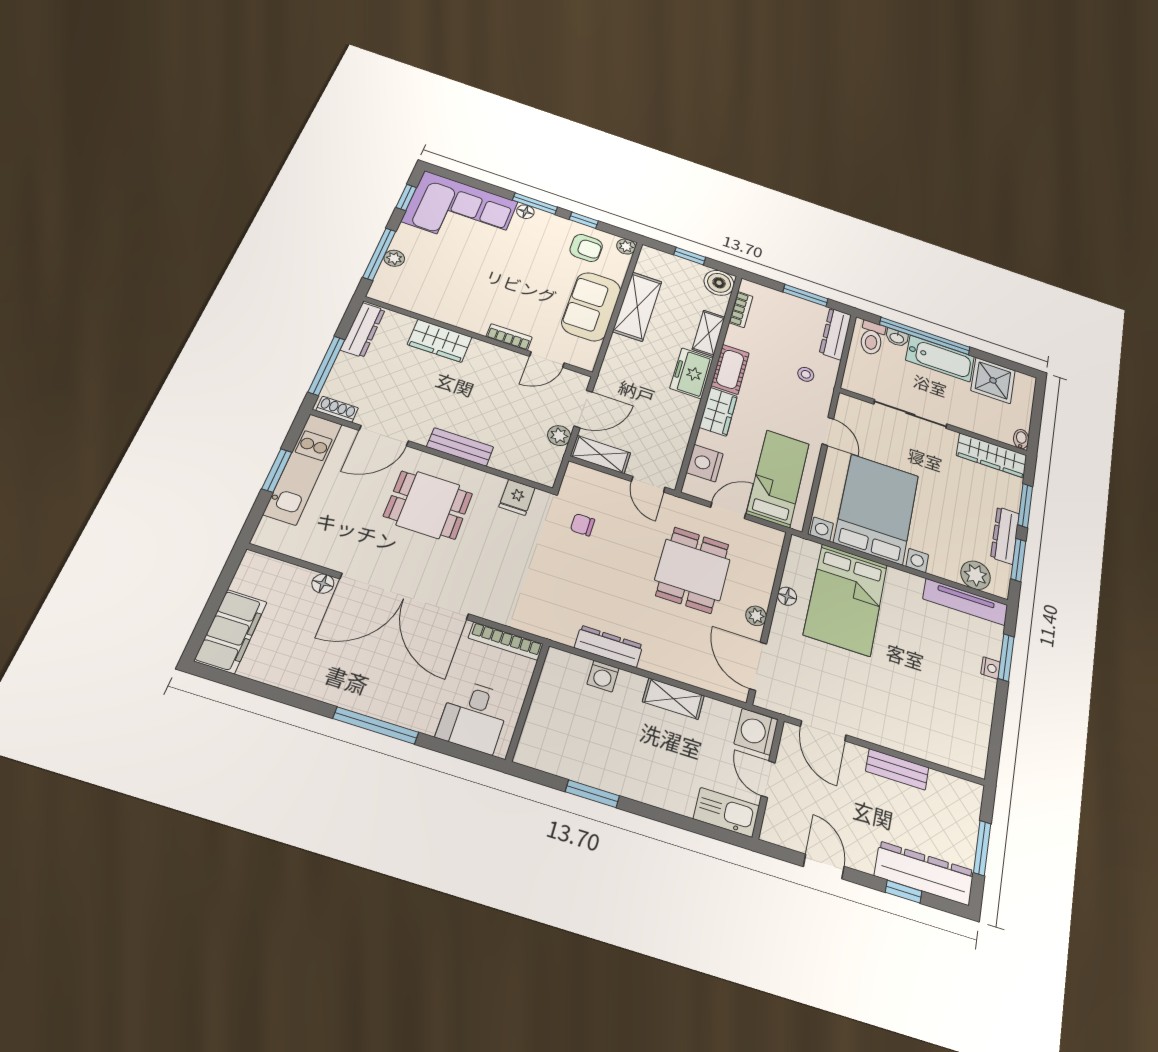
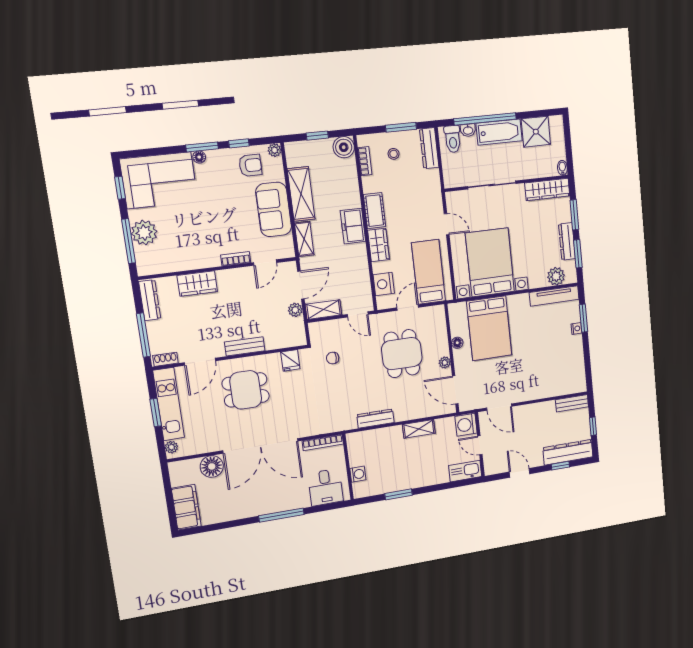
plant: (394, 258) -> (144, 233), width x1.88, depth x1.88
shelving: (709, 333) -> (304, 239), moved
stool: (806, 374) -> (394, 154), moved
plant: (268, 530) -> (171, 447), added
floor lamp: (323, 584) -> (212, 466), width x1.89, depth x1.89
washing machine: (603, 676) -> (358, 474), moved, turned -90
bench: (897, 769) -> (572, 403), moved
window: (982, 848) -> (593, 426), width x0.67

